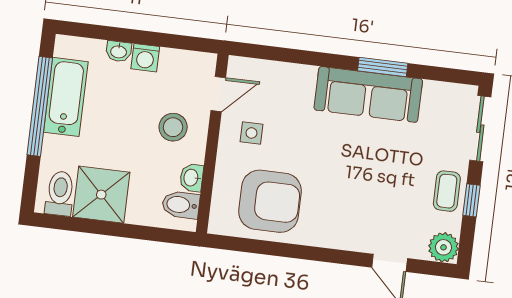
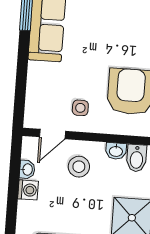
washbasin: (119, 51) -> (27, 169), moved
door: (218, 94) -> (52, 134), swing flipped

